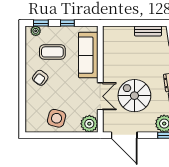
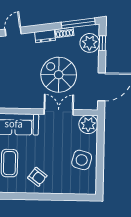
spiral stairs: (134, 96) -> (59, 75), turned 90

